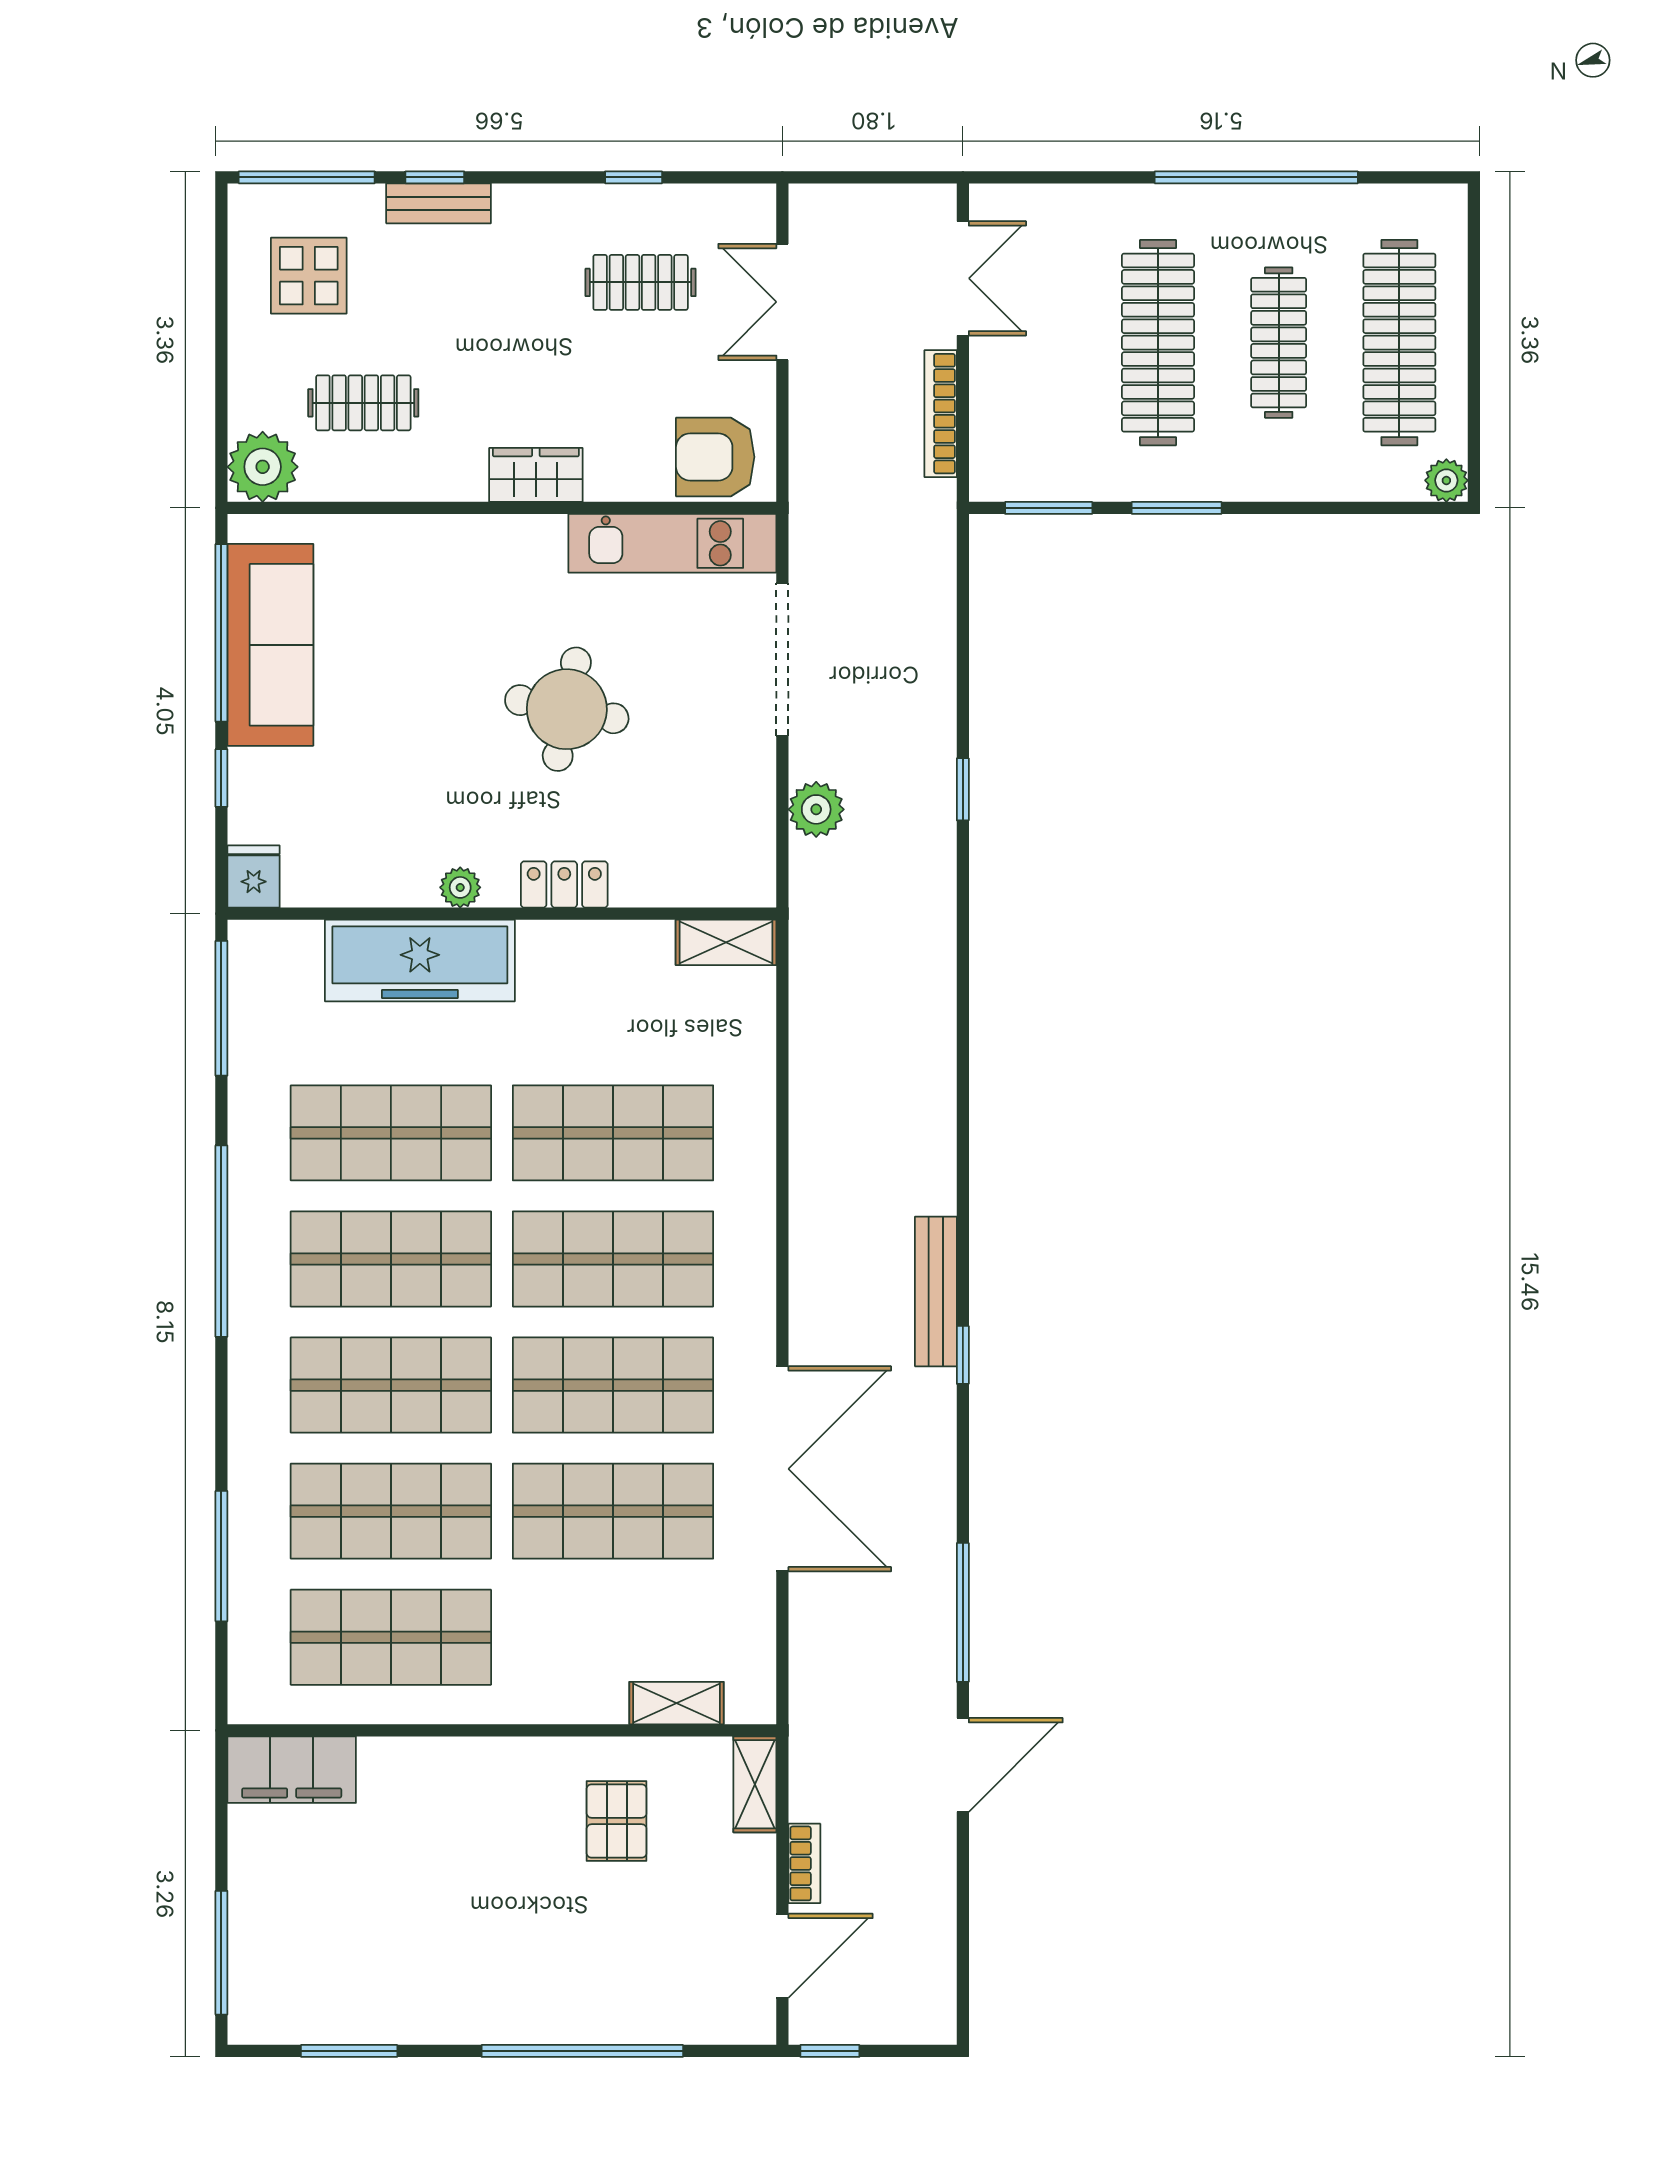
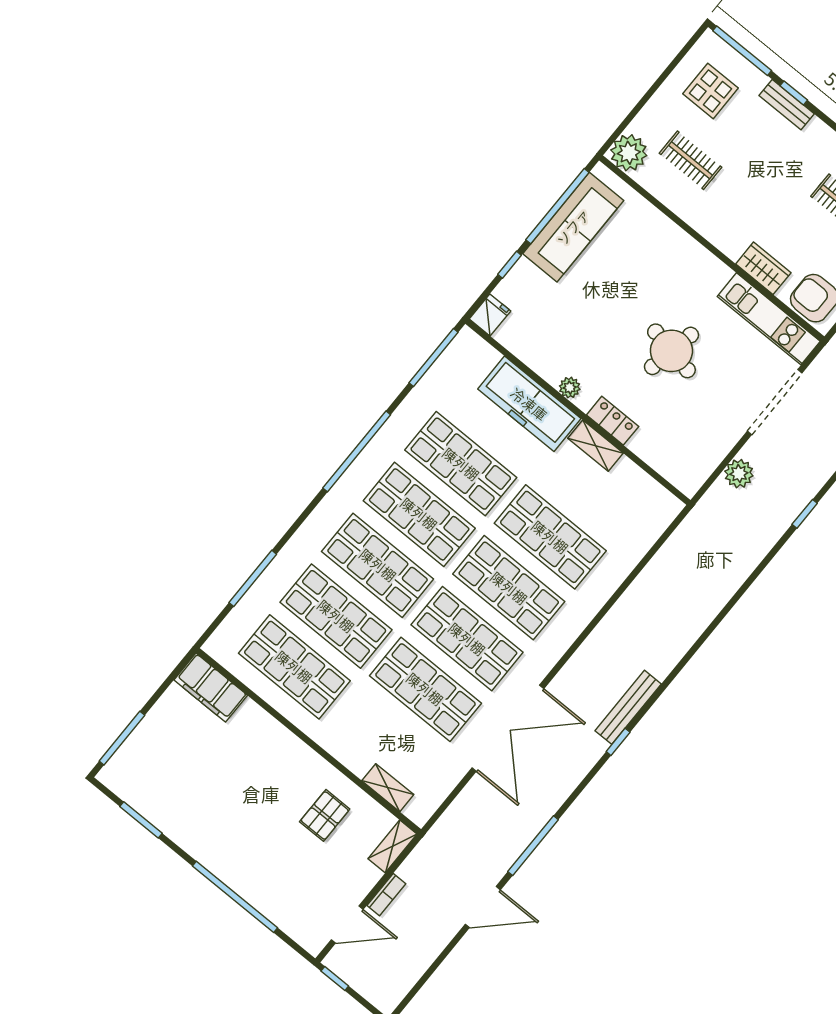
wardrobe: (536, 475) -> (763, 268), moved
shelving: (726, 942) -> (596, 446), moved

